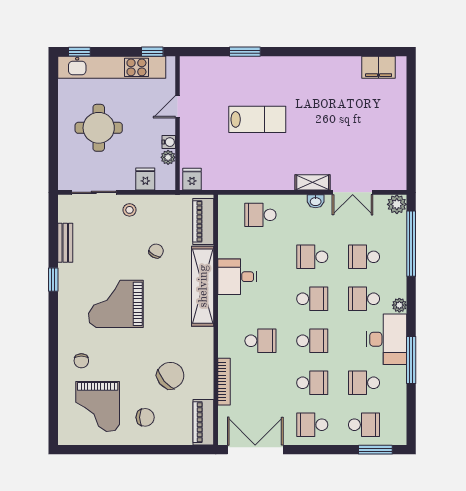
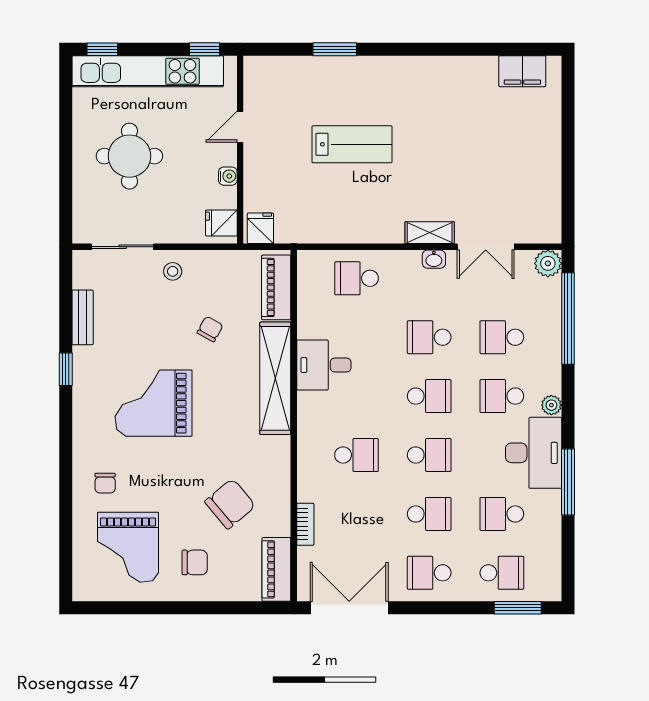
plant: (168, 157) -> (227, 198), removed
fridge: (145, 179) -> (221, 223), moved, turned -90
bookcase: (224, 382) -> (305, 524), width x0.64

